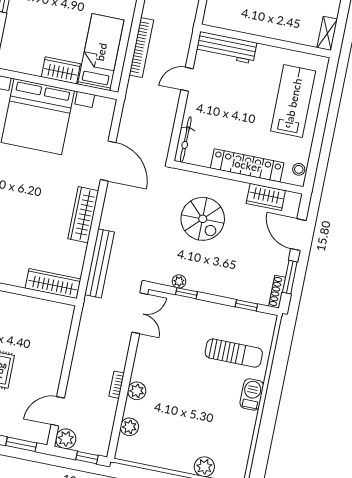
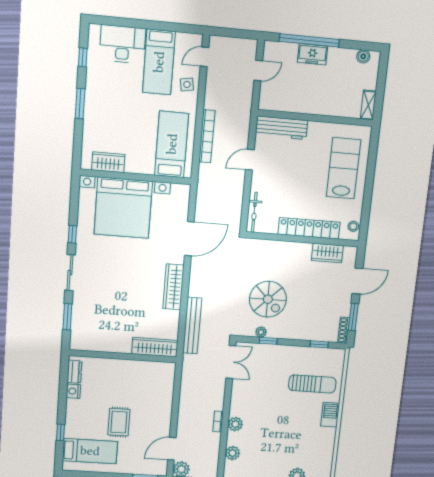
wardrobe: (61, 70) -> (108, 162), moved
door: (108, 161) -> (189, 239), hinge flipped
spiral stairs: (203, 219) -> (268, 299), moved
door: (298, 235) -> (357, 281), swing flipped

